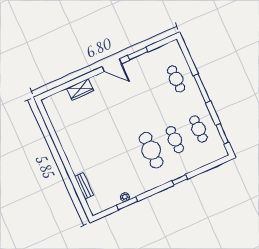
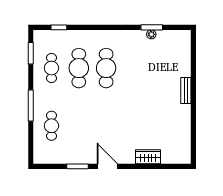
cafe table: (175, 140) -> (79, 68), width x1.37, depth x1.35
window: (180, 180) -> (59, 27), moved
bench: (84, 186) -> (186, 90), moved

